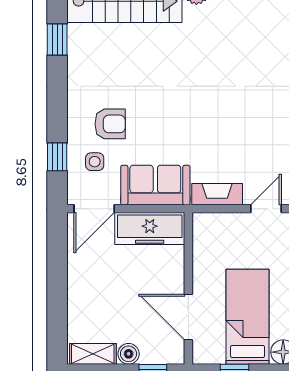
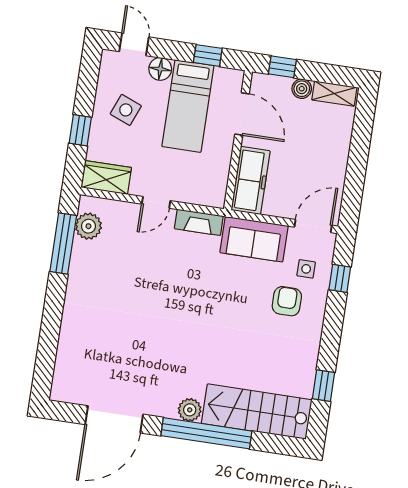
armchair: (110, 124) -> (287, 301), turned 90
freezer: (150, 229) -> (251, 181), moved, turned 90

